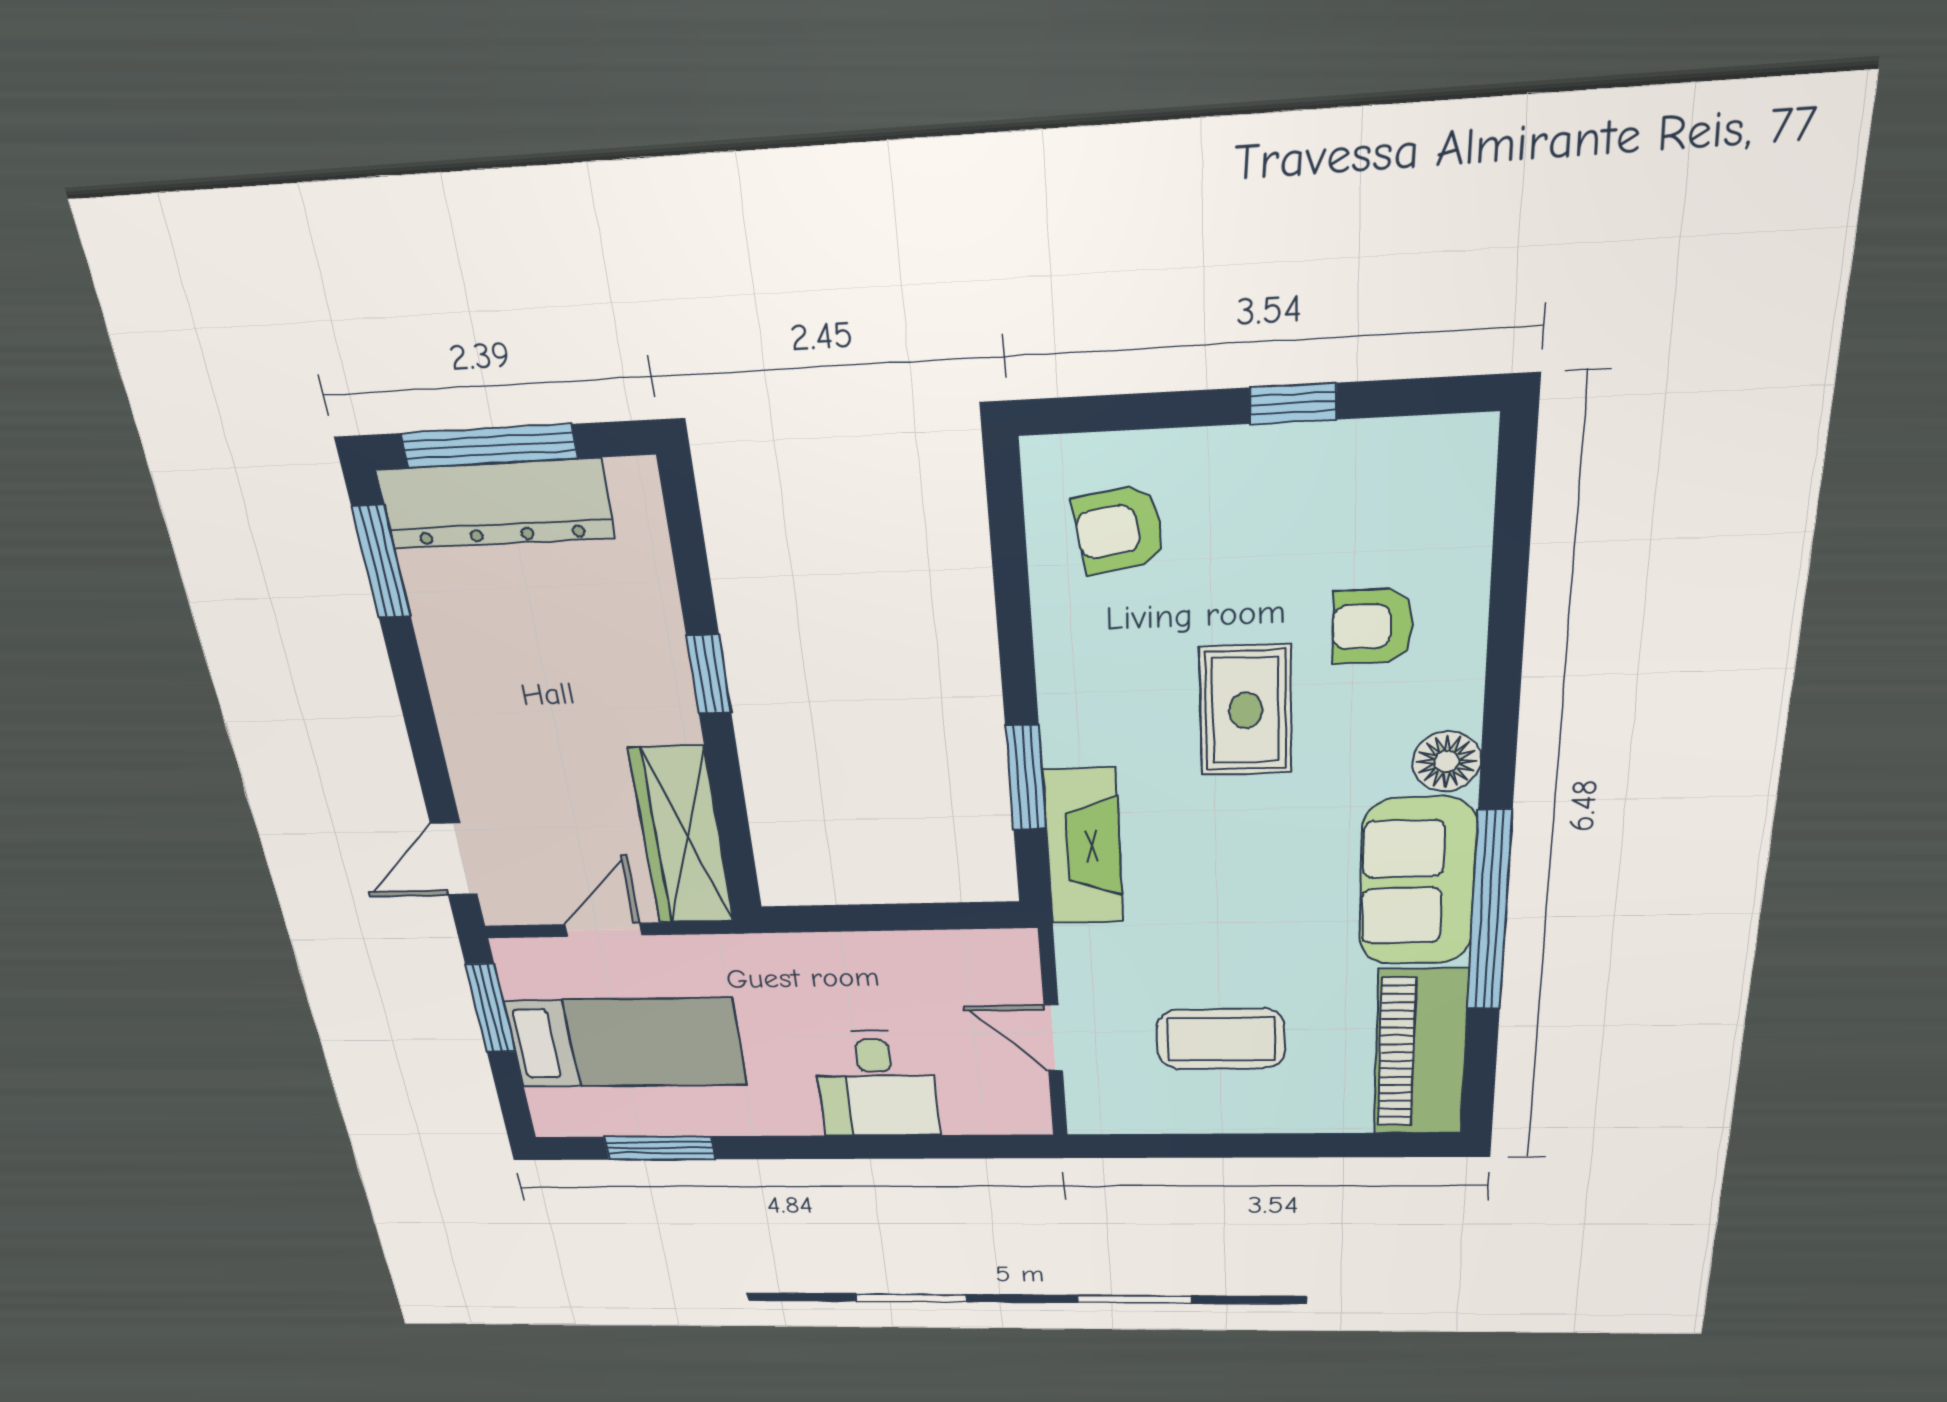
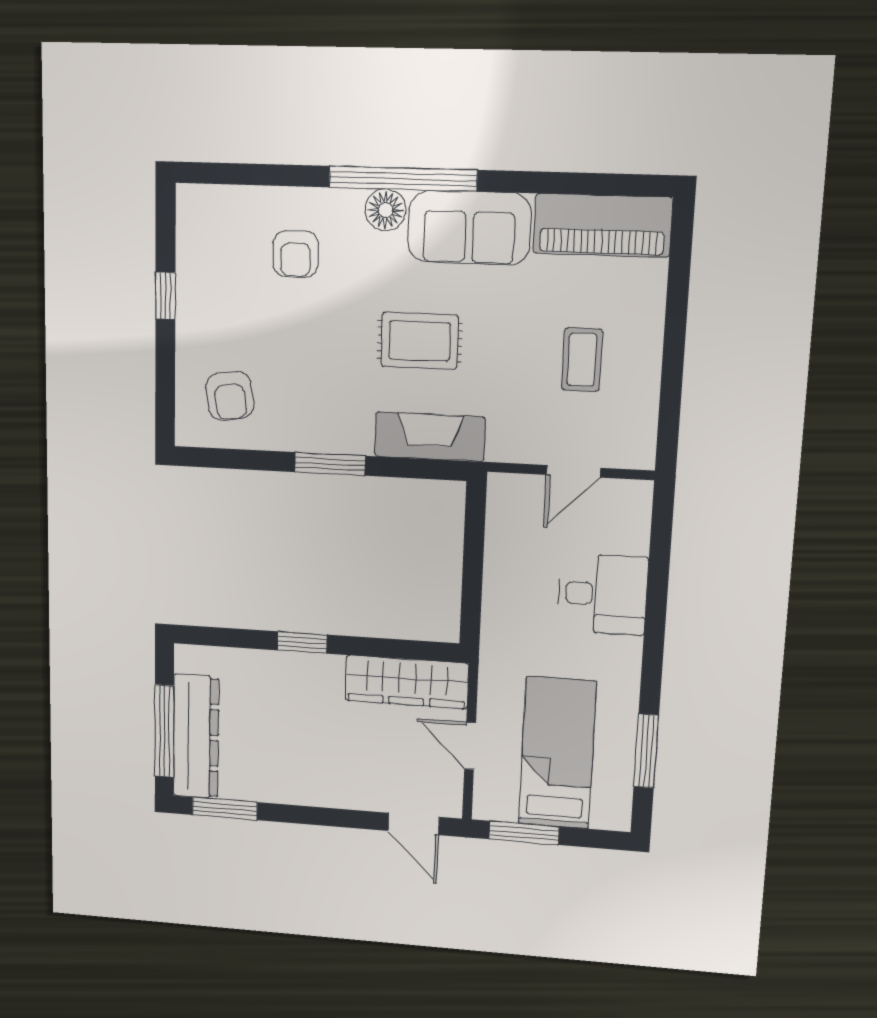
rug: (1246, 710) -> (420, 341), moved
window: (1026, 778) -> (330, 464), moved
window: (1489, 912) -> (403, 179), moved
coffee table: (1221, 1039) -> (582, 360), width x0.73, depth x0.77

